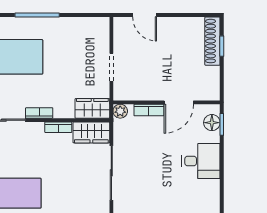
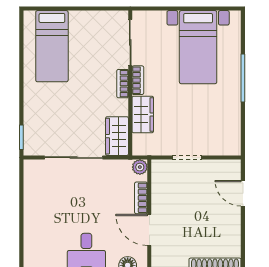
door: (145, 15) -> (243, 193), hinge flipped
wardrobe: (92, 108) -> (143, 115), moved
bookcase: (58, 127) -> (123, 84), moved

